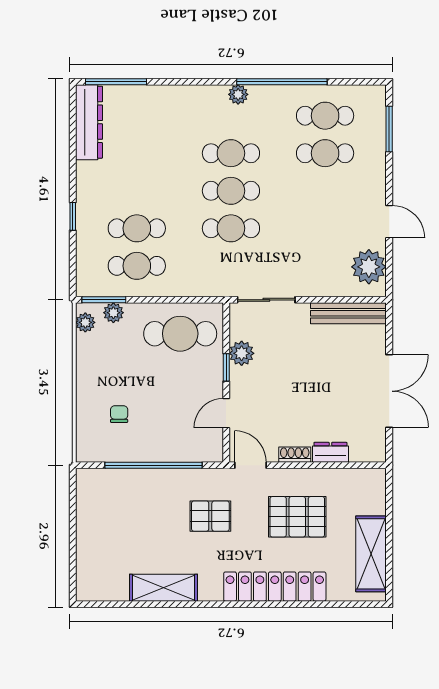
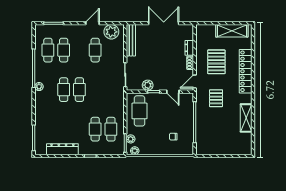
dresser: (89, 122) -> (62, 149), moved
cafe table: (231, 228) -> (95, 50), moved

